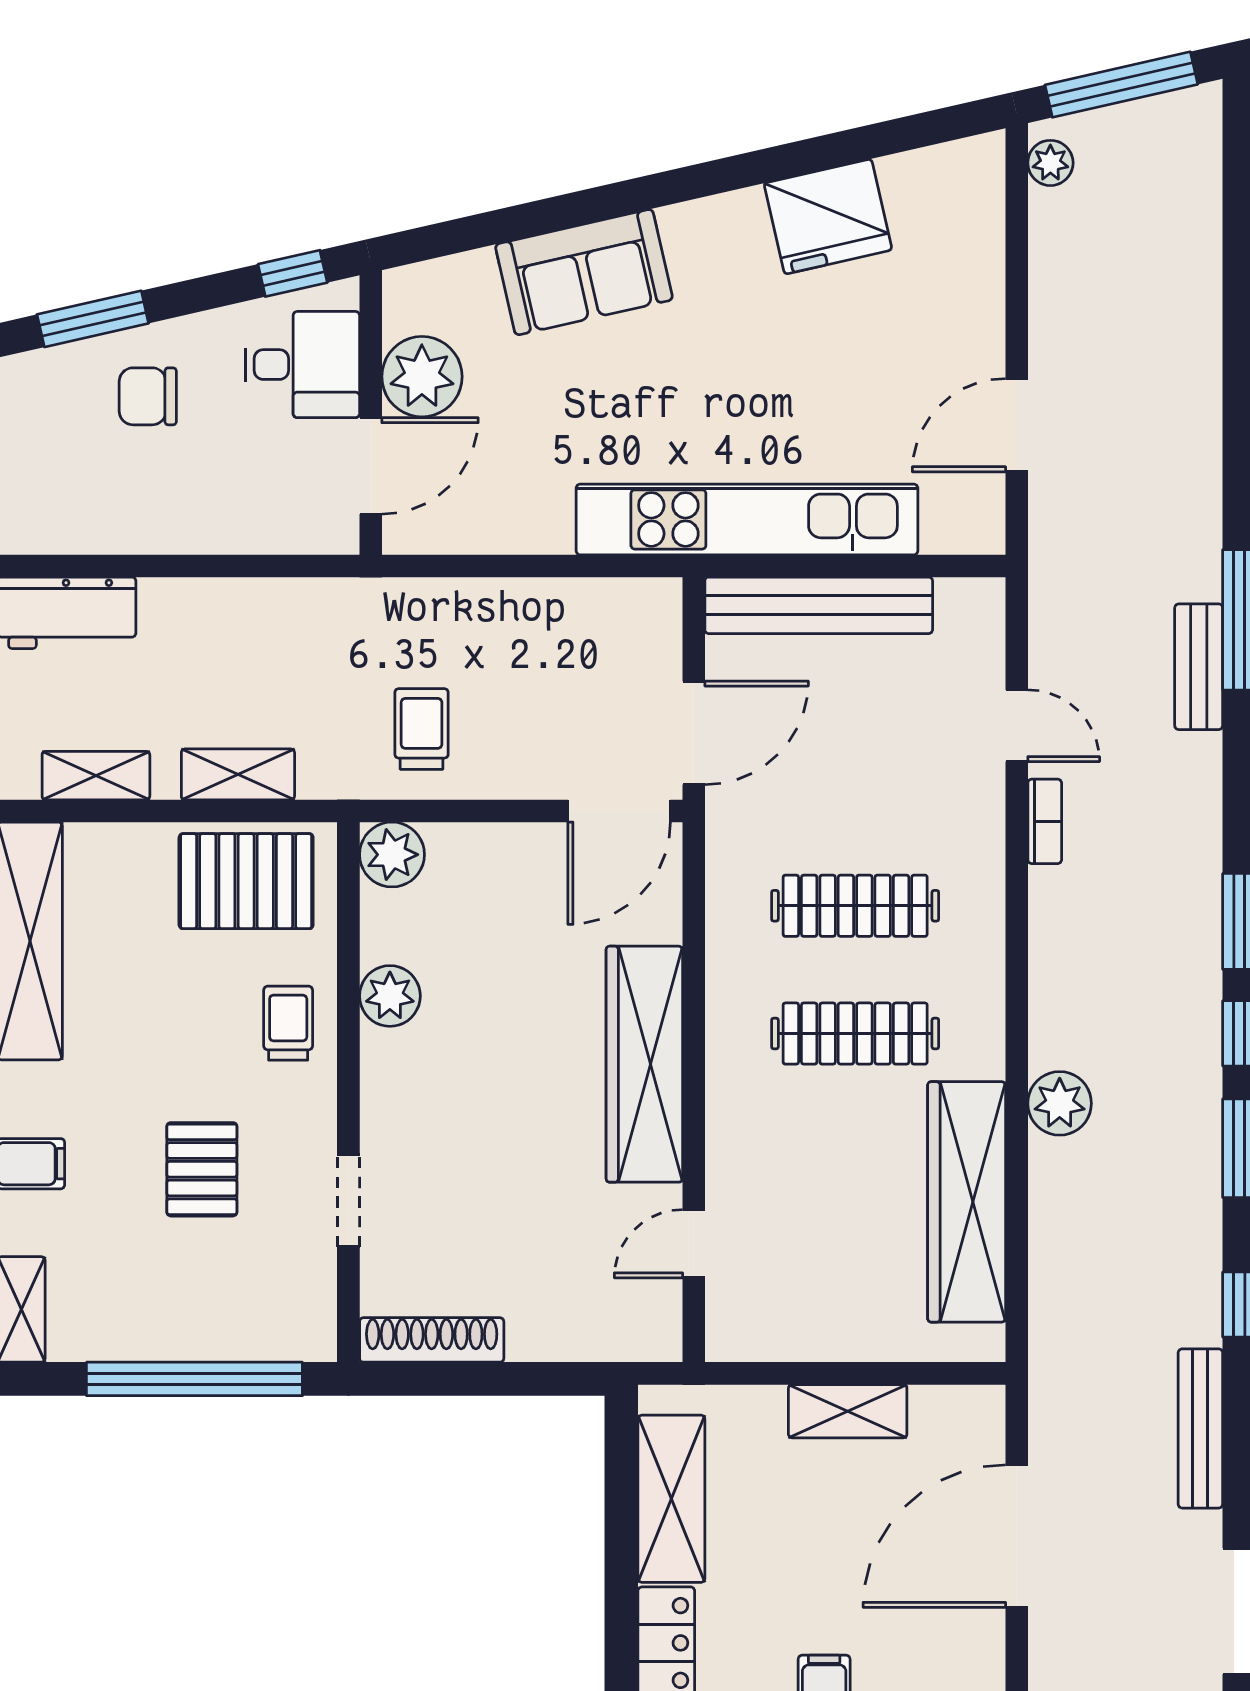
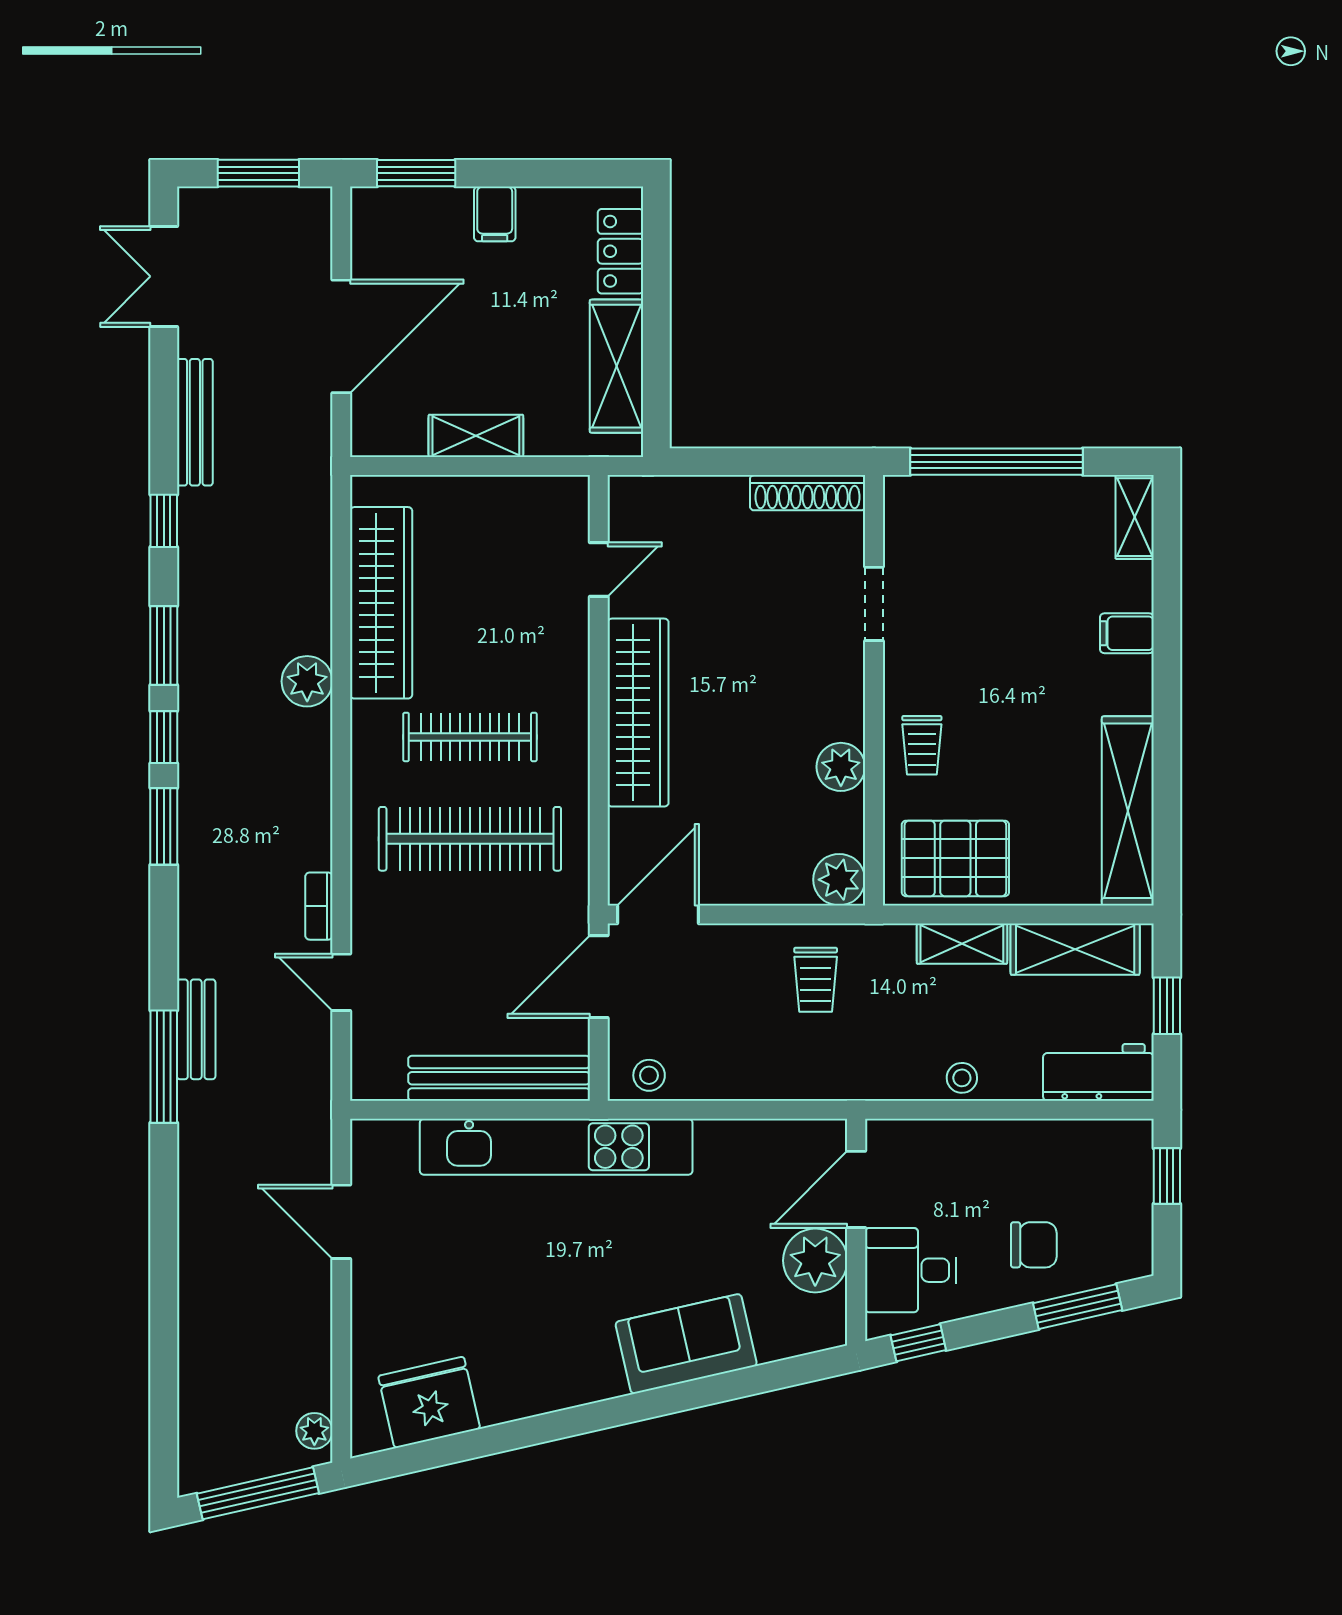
fridge: (828, 217) -> (429, 1402), moved
door: (1017, 425) -> (341, 1222), swing flipped
stool: (238, 606) -> (962, 1078), added
stool: (631, 609) -> (649, 1075), added
shelving: (96, 776) -> (1075, 949), width x1.50, depth x1.33
clothes rail: (855, 906) -> (470, 839), width x1.37, depth x1.31
pallet: (202, 1169) -> (991, 629), removed

